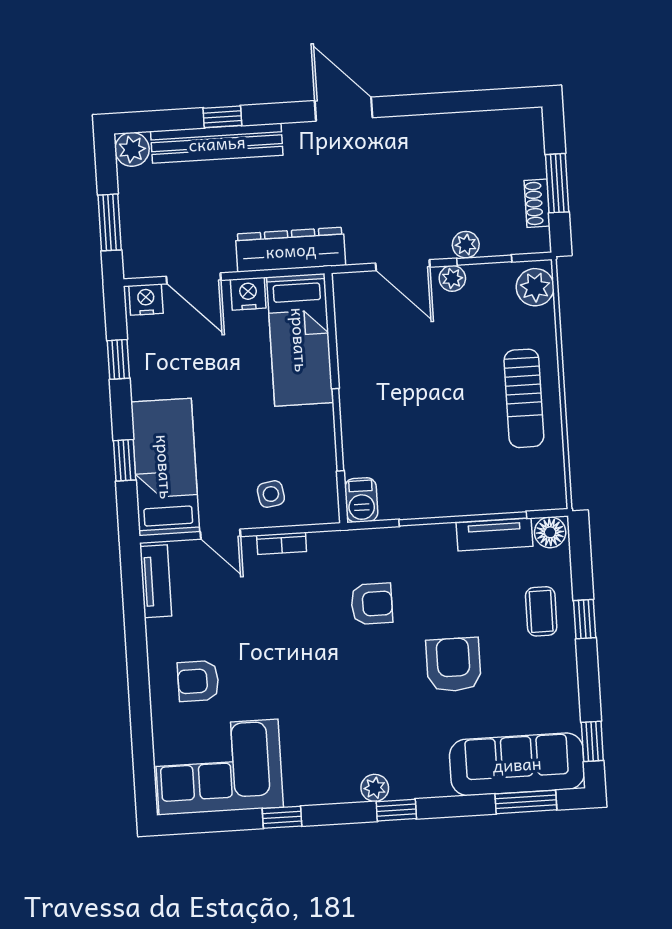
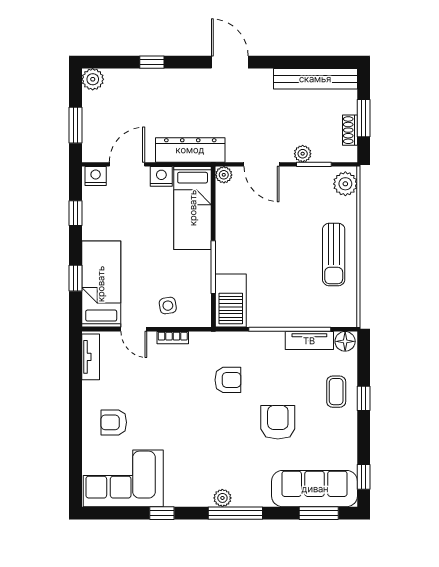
bench: (217, 143) -> (315, 79), moved
door: (194, 278) -> (127, 164), swing flipped
plant: (452, 278) -> (224, 175), moved
barbecue: (361, 500) -> (231, 301), width x1.88, depth x1.53
window: (396, 810) -> (235, 513), width x2.17

